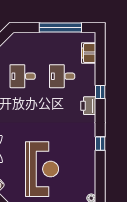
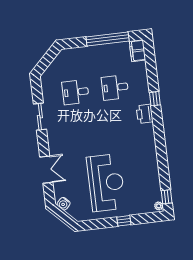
filing cabinet: (89, 53) -> (138, 51), moved
window: (100, 144) -> (167, 197), moved

